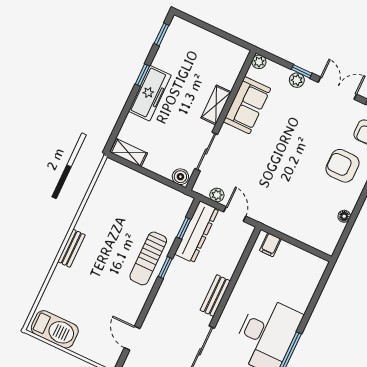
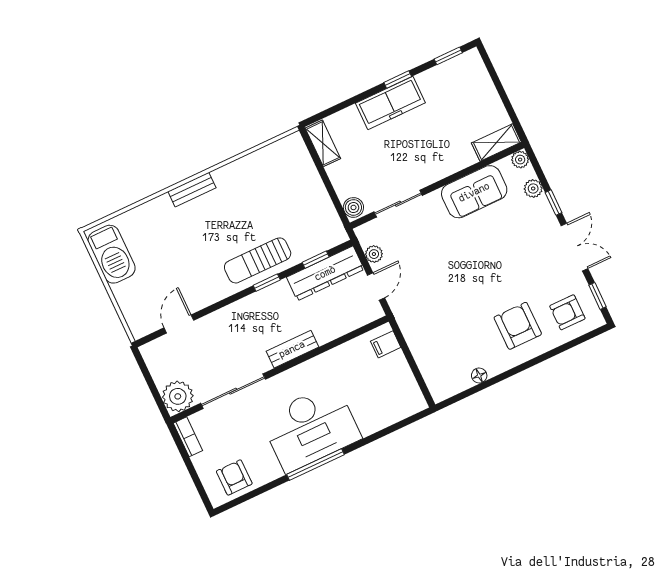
plant: (297, 80) -> (533, 189), moved
shelving: (216, 105) -> (496, 143), moved

